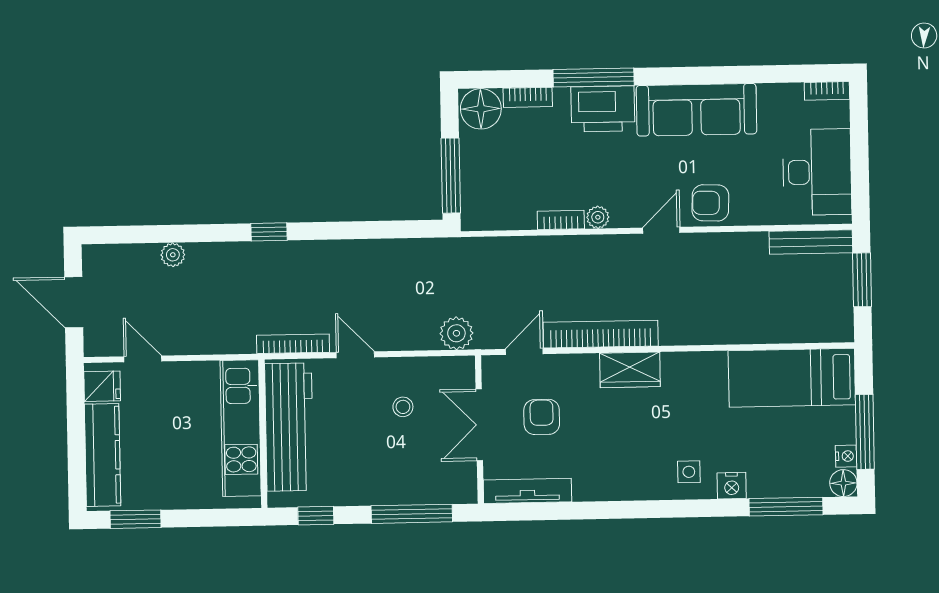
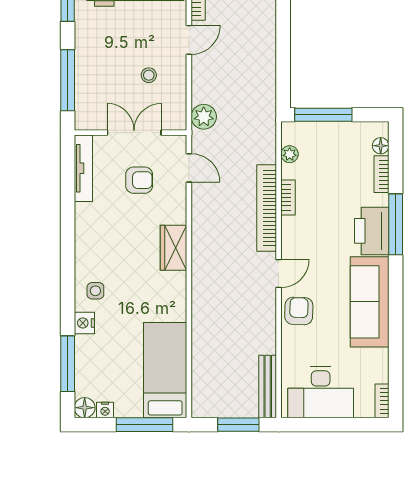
floor lamp: (481, 109) -> (381, 146), width x0.53, depth x0.53
plant: (598, 217) -> (290, 154), moved
door: (661, 230) -> (279, 273), hinge flipped
bookcase: (601, 334) -> (267, 208), moved, turned 180
window: (865, 432) -> (144, 425), moved

